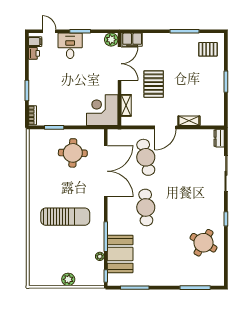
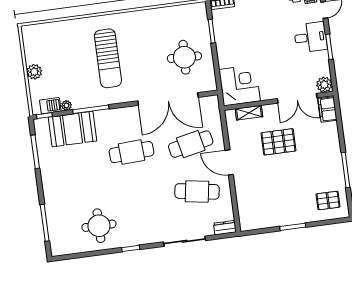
pallet: (208, 49) -> (328, 201), turned 90
shelving: (189, 121) -> (241, 189), removed
cafe table: (186, 157) -> (197, 191), added
round table: (203, 243) -> (99, 226), turned -30
barbecue: (98, 270) -> (50, 106), added

